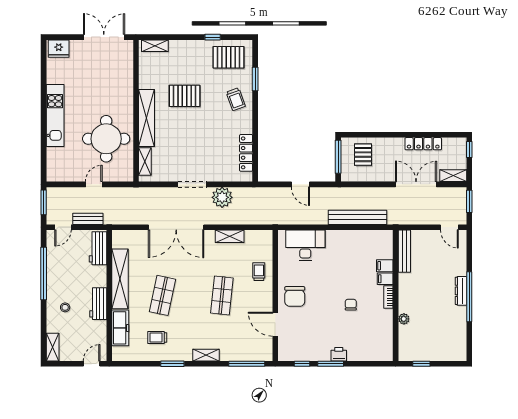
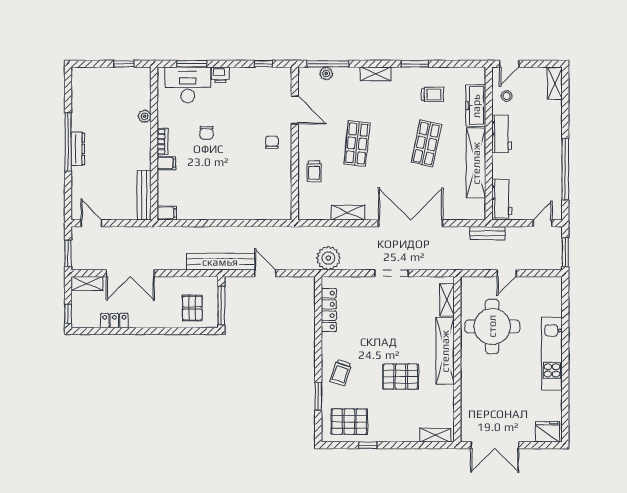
trolley: (236, 99) -> (341, 373), turned -142
locker: (423, 144) -> (114, 321), width x0.66
plant: (222, 197) -> (328, 258), moved
bench: (358, 217) -> (220, 262), moved
bench: (88, 219) -> (487, 233), moved
desk: (305, 245) -> (188, 85), moved, turned 180
filing cabinet: (385, 266) -> (167, 213), moved
chair: (295, 296) -> (272, 142), width x0.54, depth x0.54
stool: (65, 307) -> (507, 96), moved
plant: (248, 355) -> (326, 73), added
window: (331, 364) -> (192, 64), moved

